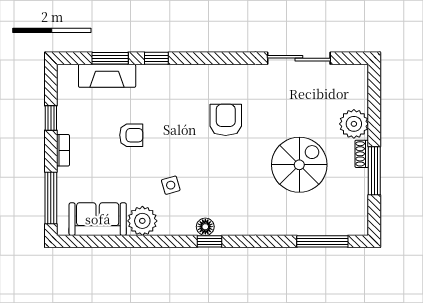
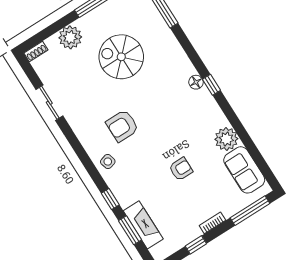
sliding door: (299, 58) -> (49, 103), width x0.73
armchair: (131, 135) -> (181, 169), moved, turned 90
shoe rack: (362, 154) -> (36, 52), moved
side table: (171, 185) -> (108, 162), moved
floor lamp: (205, 227) -> (196, 82), moved

